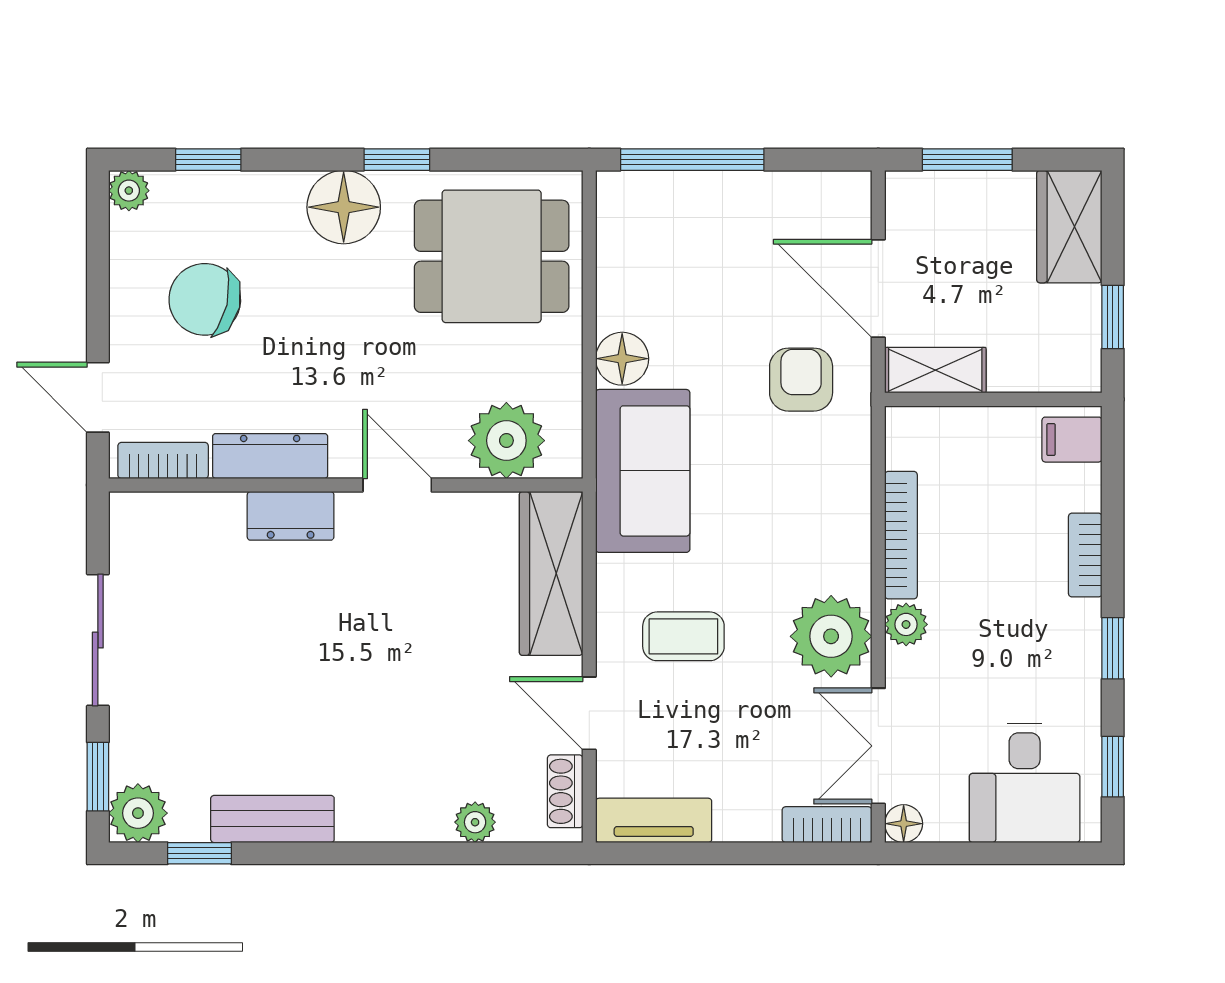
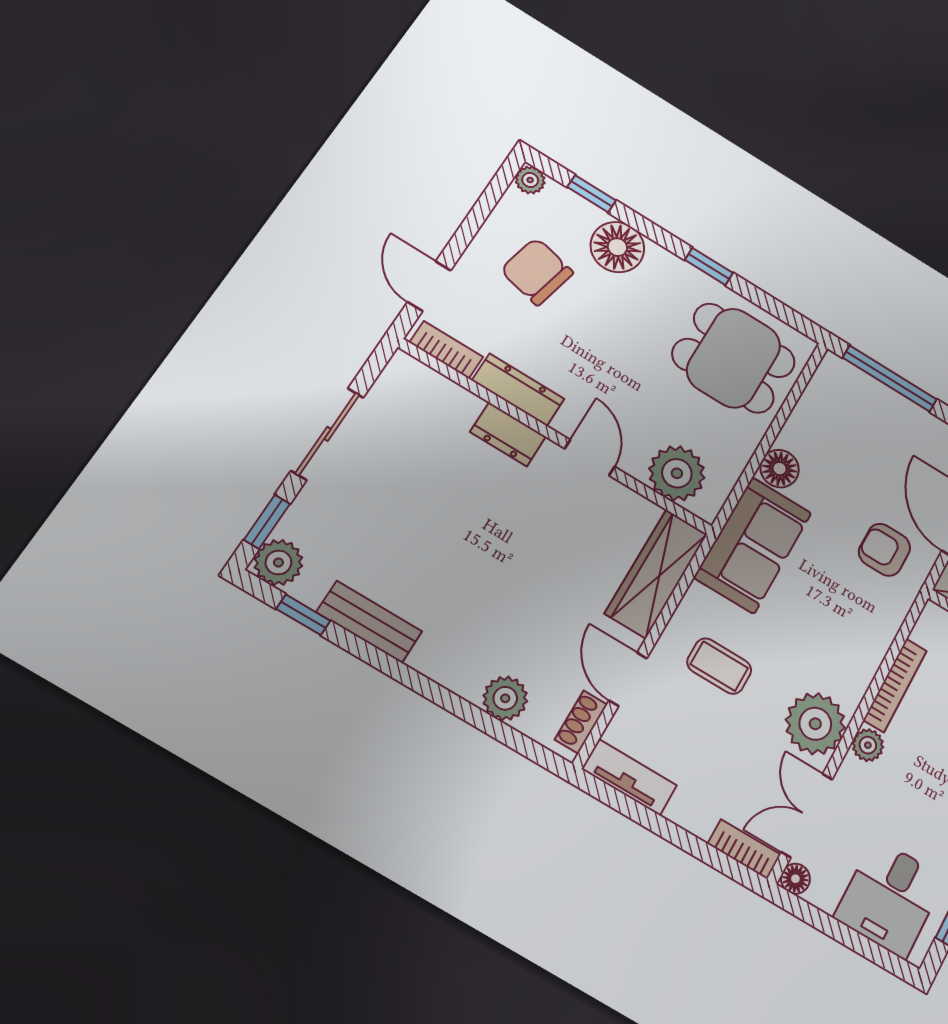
floor lamp: (344, 207) -> (617, 247), moved
armchair: (801, 380) -> (884, 550), turned -90
plant: (475, 822) -> (505, 698), width x1.38, depth x1.38

